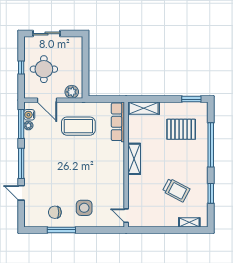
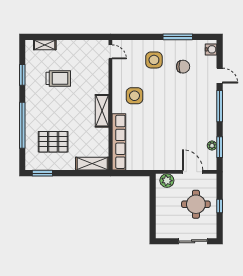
water cooler: (29, 115) -> (211, 49), moved
row of seats: (118, 122) -> (119, 142), width x1.36
window: (21, 124) -> (220, 147), width x0.69
coffee table: (78, 126) -> (160, 145), removed
side table: (103, 173) -> (134, 96), added
trolley: (176, 190) -> (58, 78), turned 152
chair: (55, 212) -> (183, 67), moved

